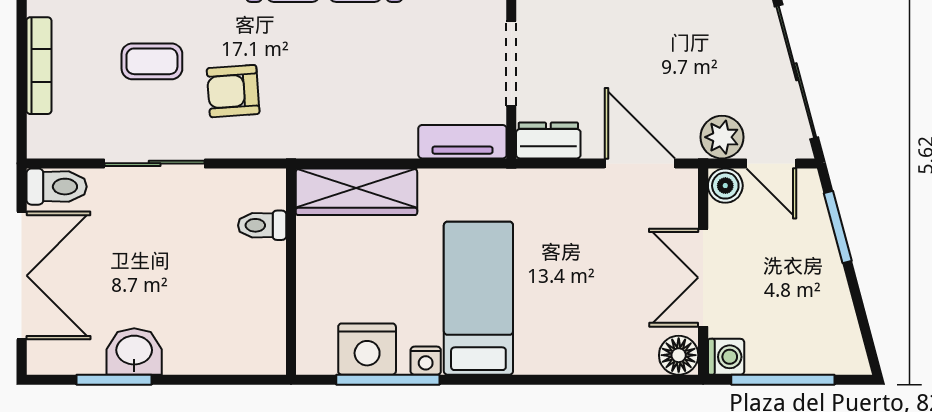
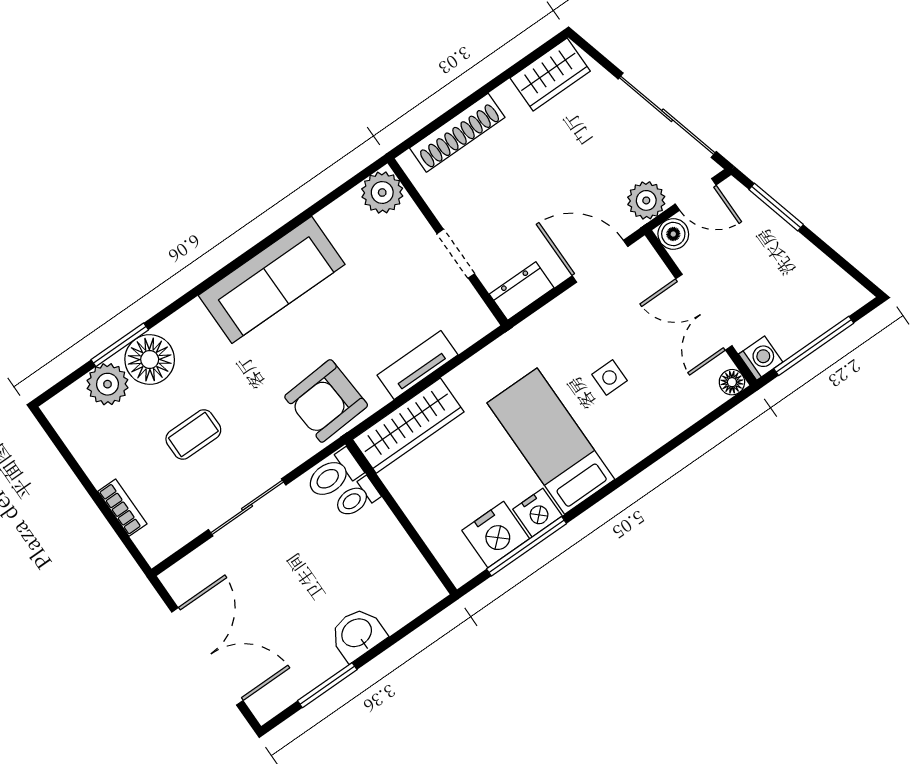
doorway: (511, 63) -> (456, 254), width x0.73
bookcase: (39, 66) -> (122, 508), width x0.64
armchair: (233, 91) -> (326, 401), moved, width x1.38, depth x1.38
tv unit: (462, 142) -> (418, 365), moved
toilet: (57, 187) -> (334, 474), moved, turned 180
side table: (574, 277) -> (610, 377), added
washbasin: (134, 351) -> (357, 634), moved
floor lamp: (679, 355) -> (732, 382), width x0.73, depth x0.73
nightstand: (426, 361) -> (537, 513), width x1.39, depth x1.35

